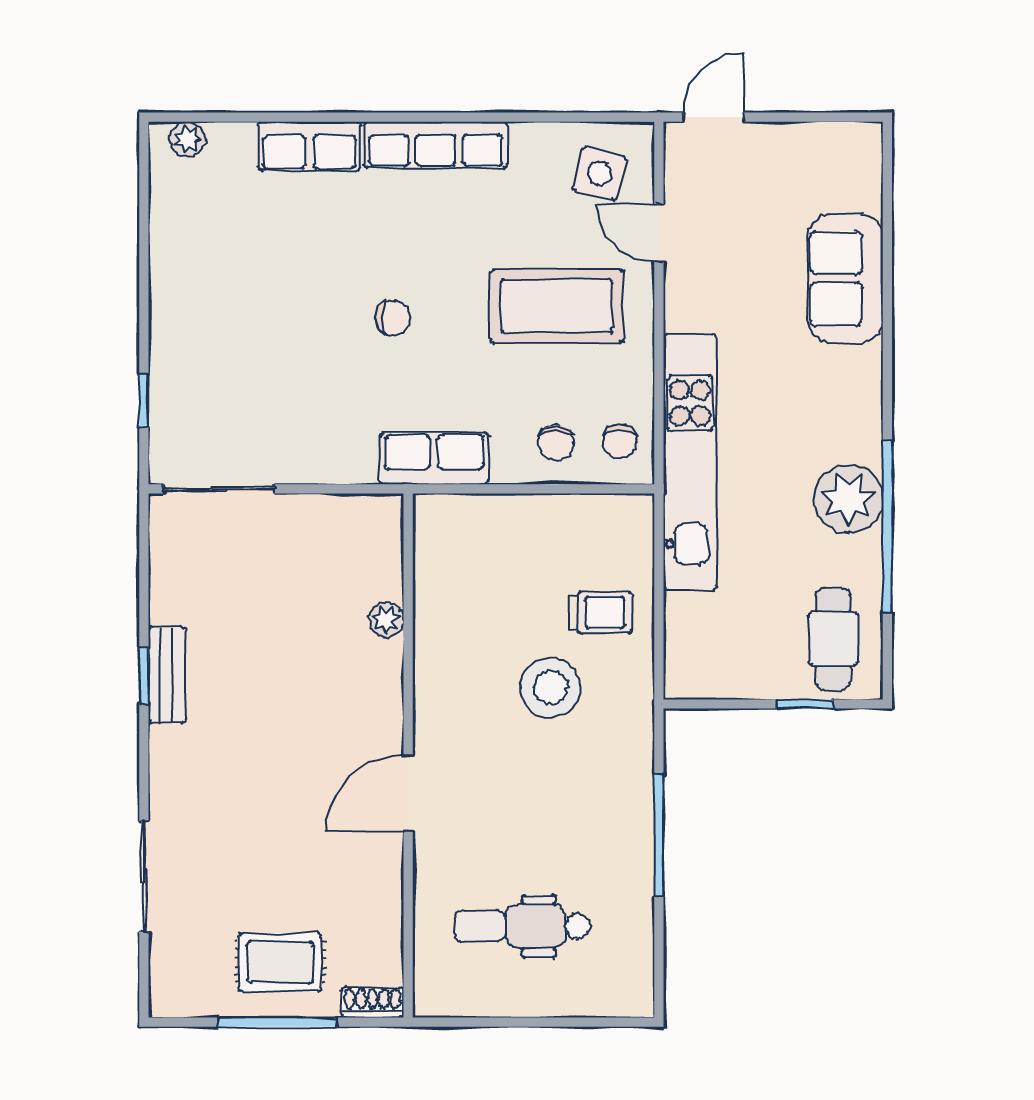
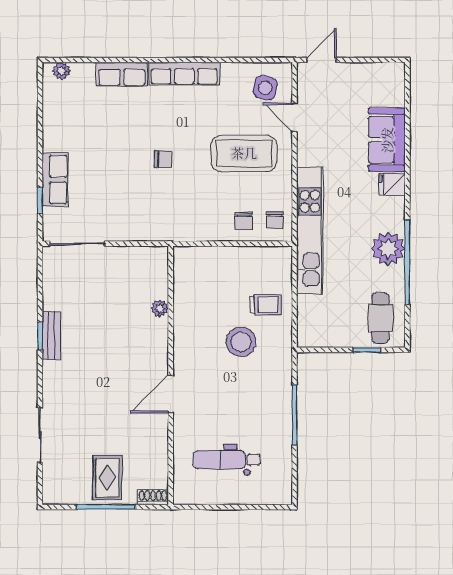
fridge: (856, 369) -> (392, 184), added
row of seats: (434, 458) -> (55, 180), moved, turned 90
rug: (280, 962) -> (107, 478), turned 90

